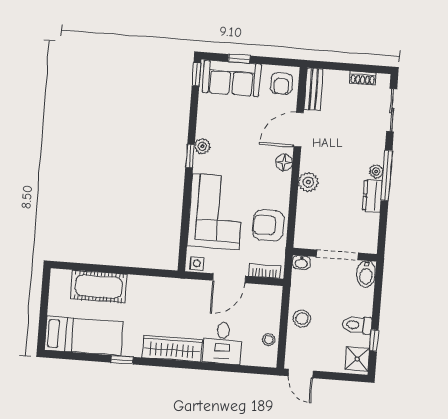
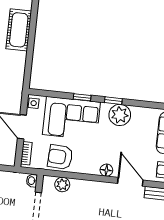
plant: (202, 146) -> (120, 115), width x1.87, depth x1.87
plant: (308, 182) -> (62, 185), moved
window: (187, 198) -> (82, 97), added
armchair: (268, 225) -> (60, 157), turned -87

